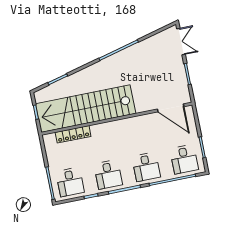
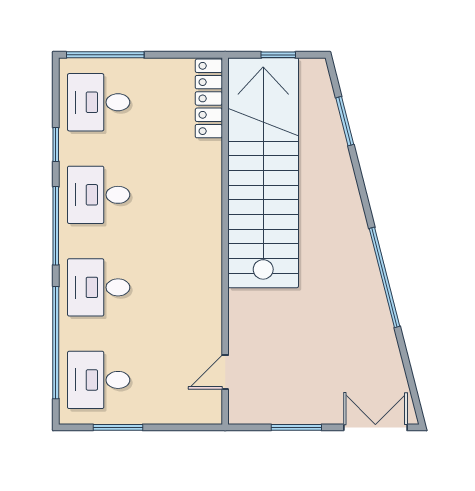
double door: (181, 42) -> (375, 427), swing flipped
door: (171, 108) -> (225, 372), width x0.53
locker: (73, 134) -> (209, 98), moved

